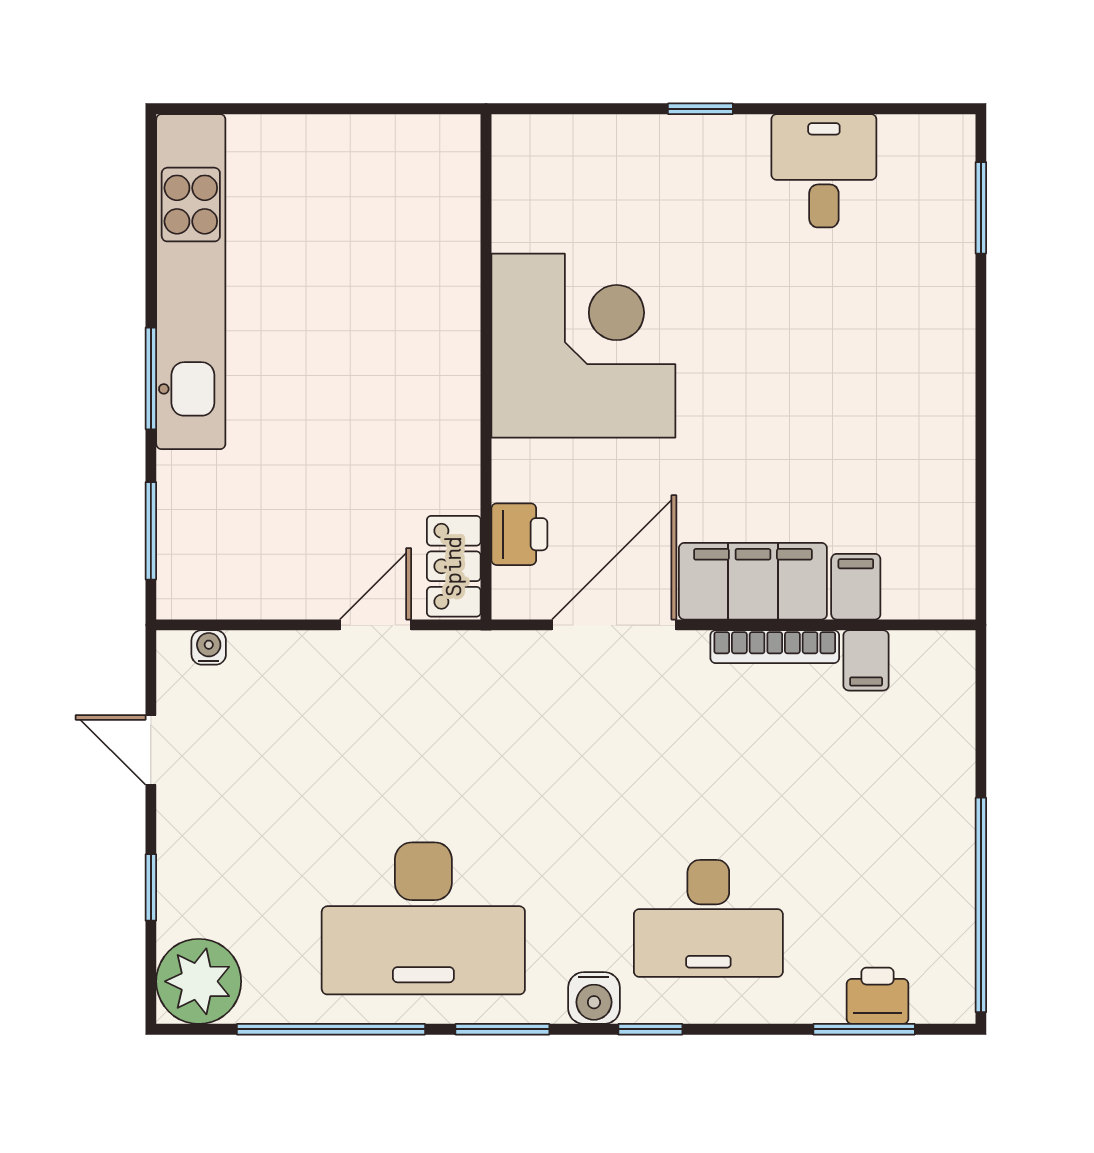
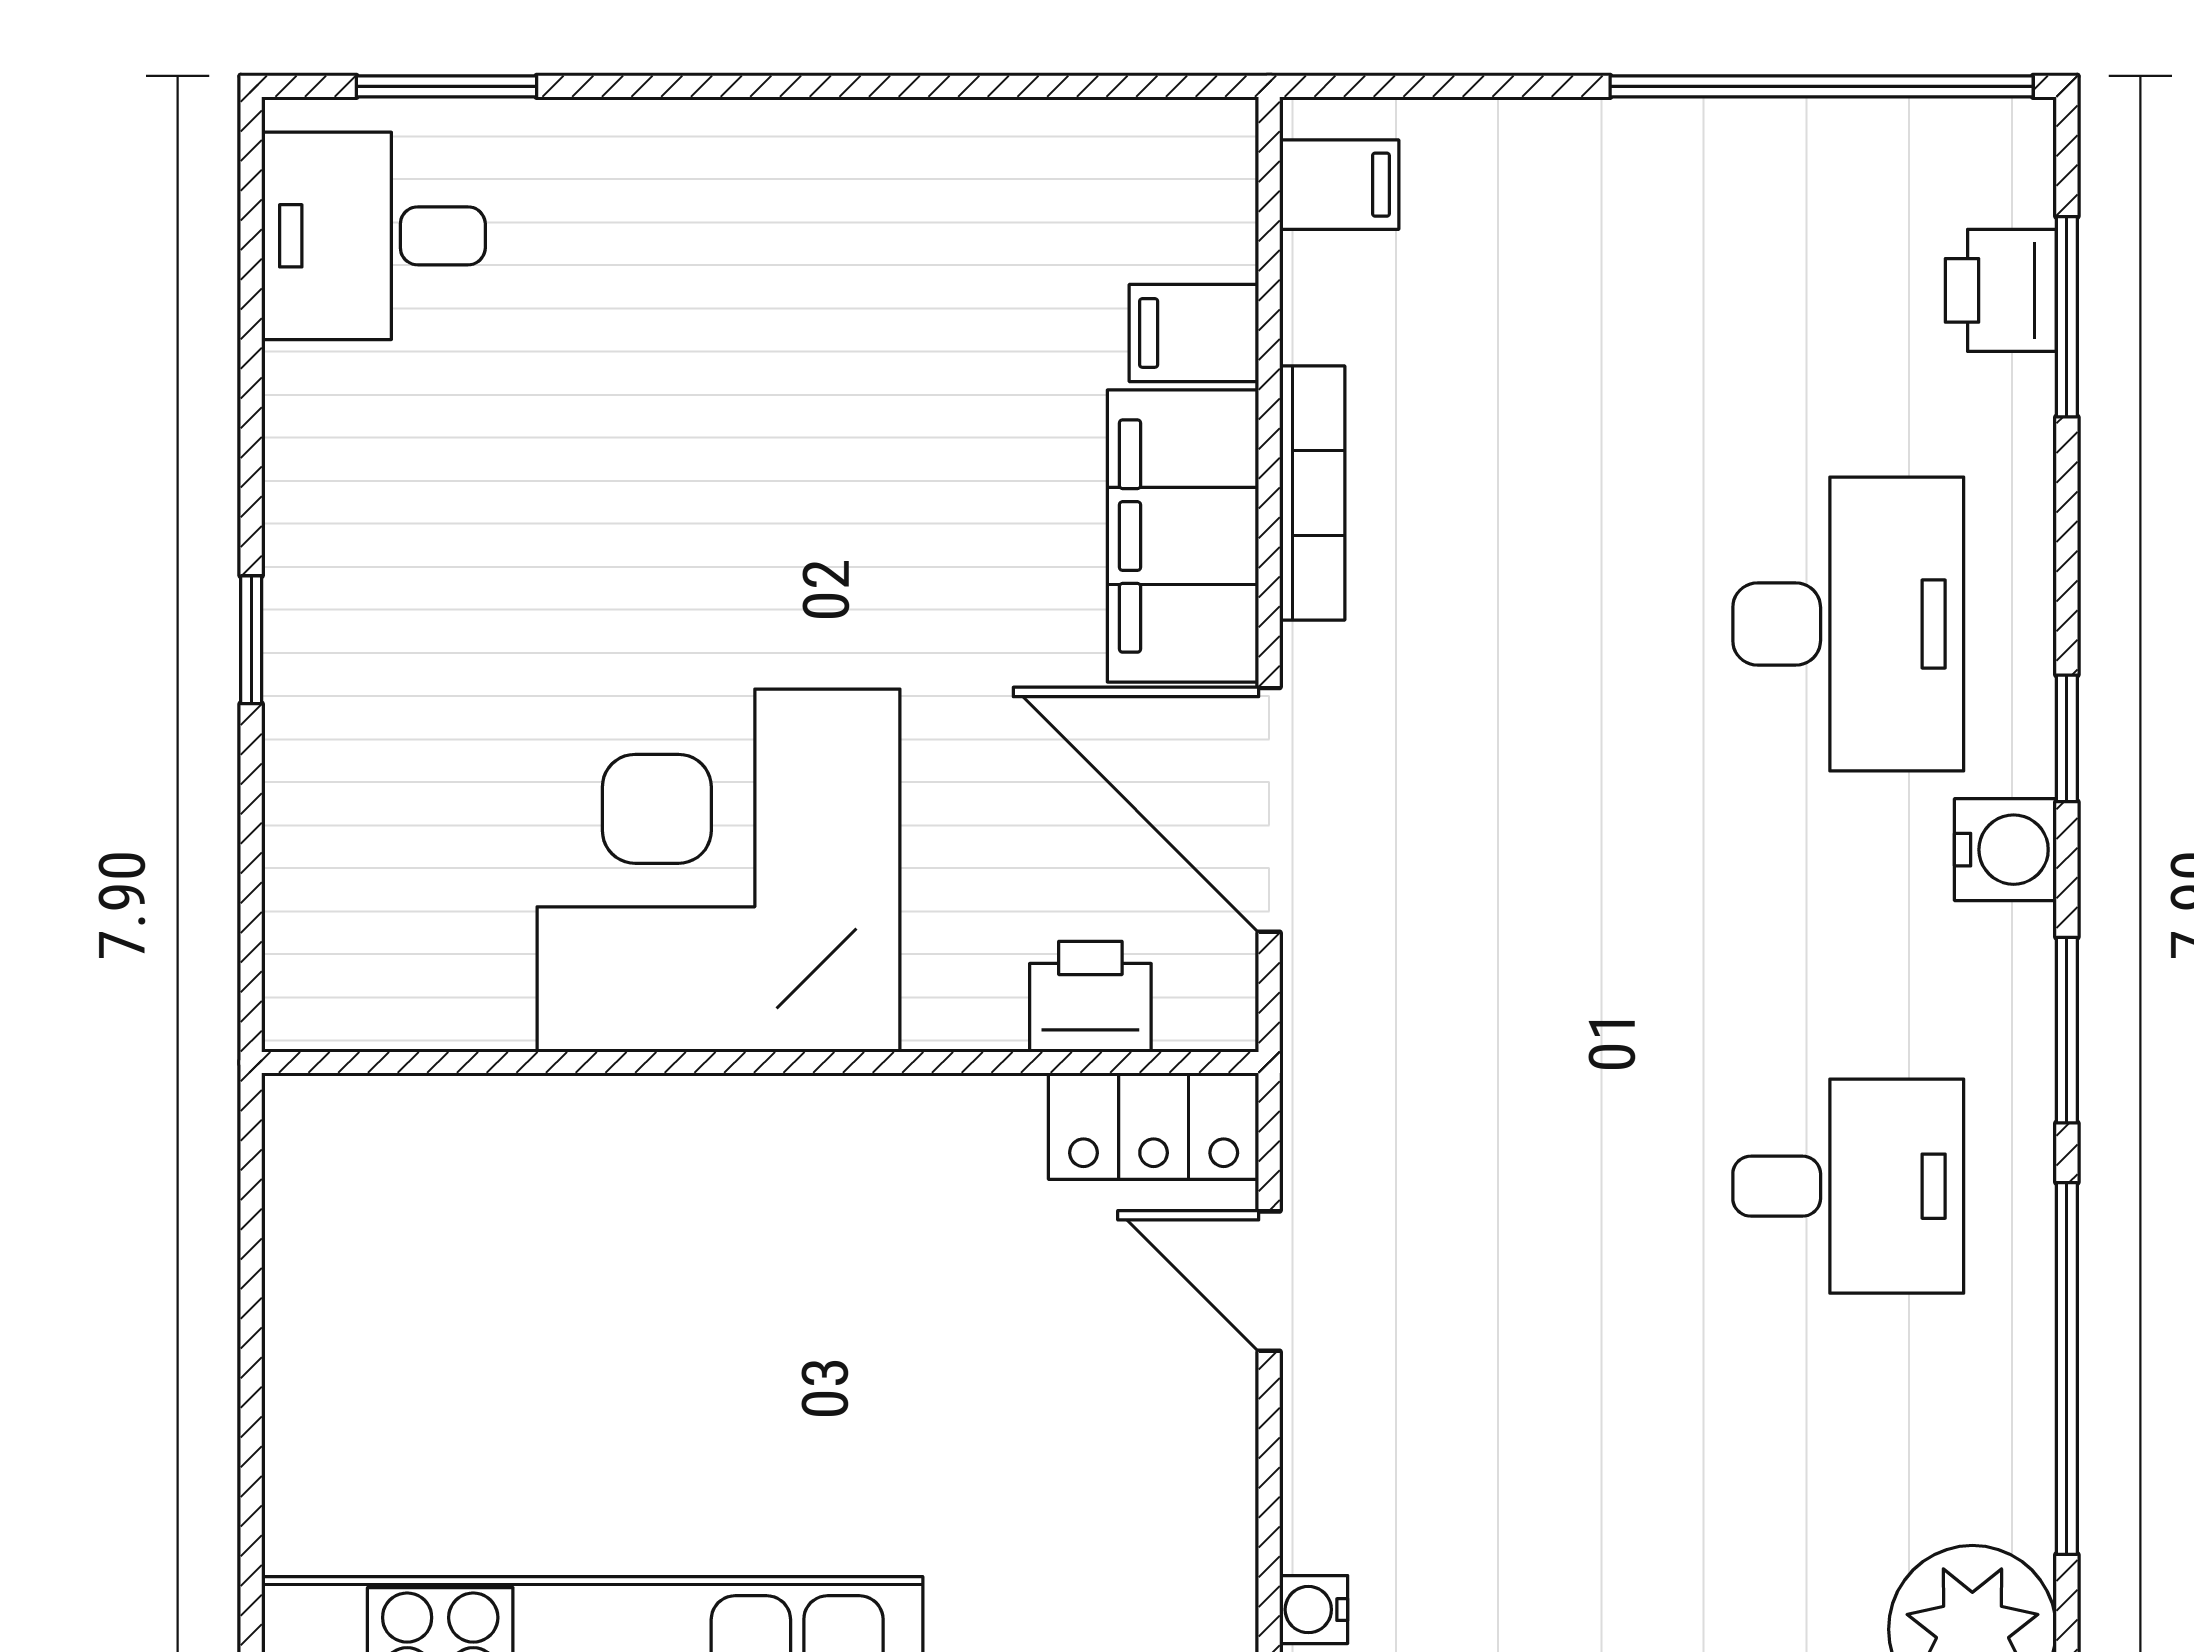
desk: (824, 171) -> (374, 236), moved
filing cabinet: (866, 660) -> (1339, 185), moved
desk: (423, 918) -> (1848, 1186), width x0.53, depth x0.77

